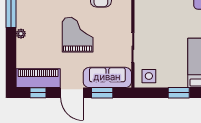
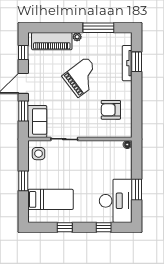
grand piano: (78, 35) -> (83, 77), moved, turned -37
sofa: (107, 77) -> (37, 122), width x0.73
piano: (38, 78) -> (52, 41), moved, turned 90

